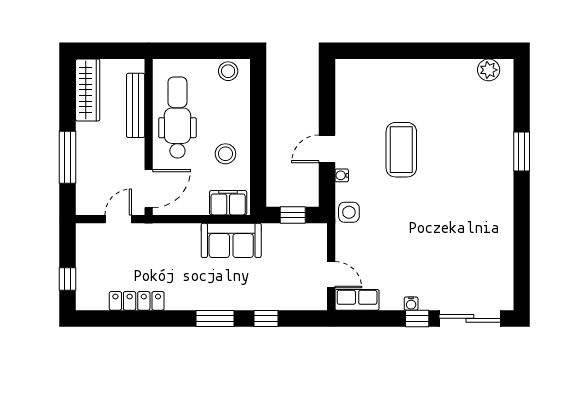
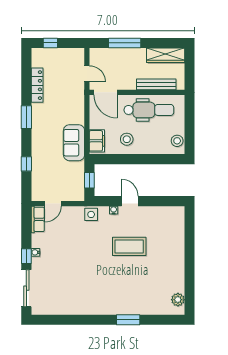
window: (215, 318) -> (26, 117), moved

